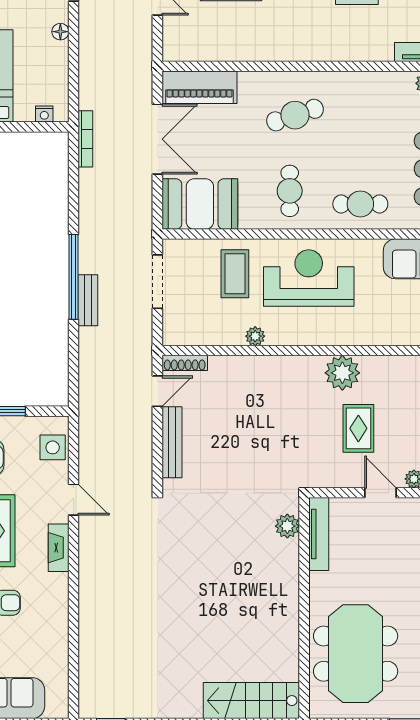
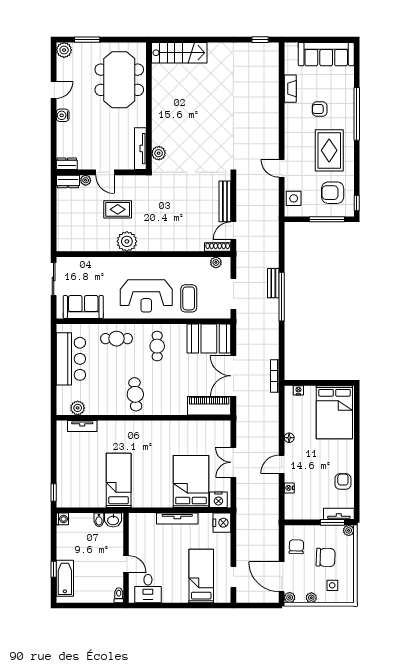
cafe table: (295, 115) -> (135, 394), moved, turned -76
plant: (255, 336) -> (216, 262), moved
rug: (358, 428) -> (118, 209), turned 90
fireplace: (59, 548) -> (290, 89), moved

